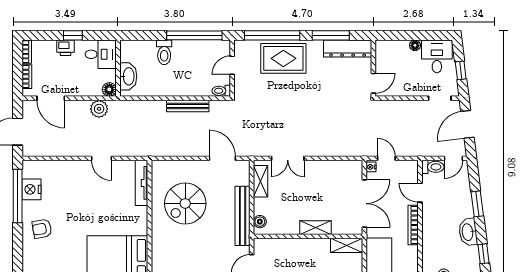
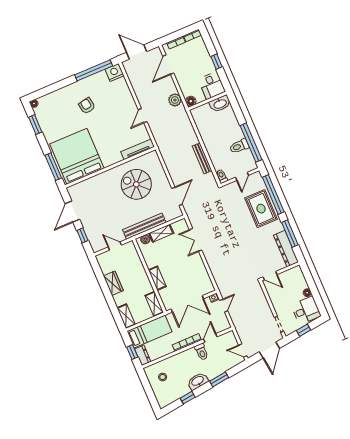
printer: (65, 48) -> (206, 60), removed
toilet: (164, 52) -> (239, 146), moved
door: (232, 65) -> (242, 176), swing flipped
washbasin: (128, 76) -> (220, 104), moved
door: (467, 124) -> (269, 350), swing flipped
toilet: (433, 167) -> (202, 352), moved
shelving: (261, 181) -> (161, 233), moved
nightstand: (32, 189) -> (114, 72), moved
armchair: (42, 229) -> (87, 106), moved

